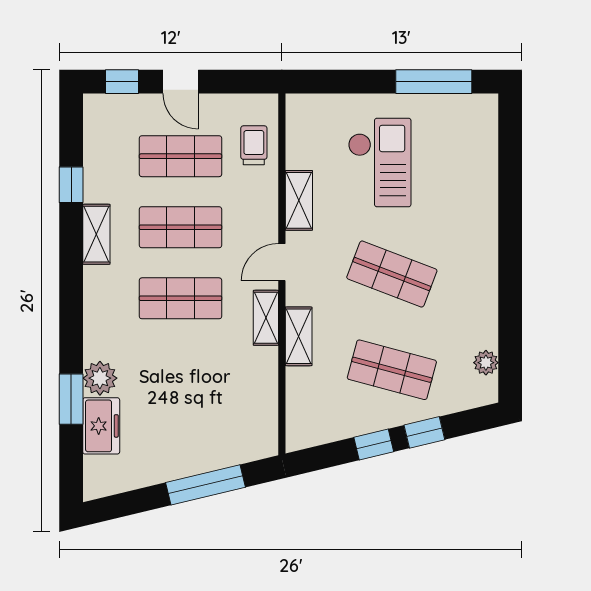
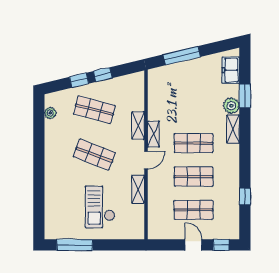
trolley: (254, 145) -> (159, 215), removed
shelving: (96, 234) -> (233, 129), moved
freezer: (101, 426) -> (231, 70), moved

